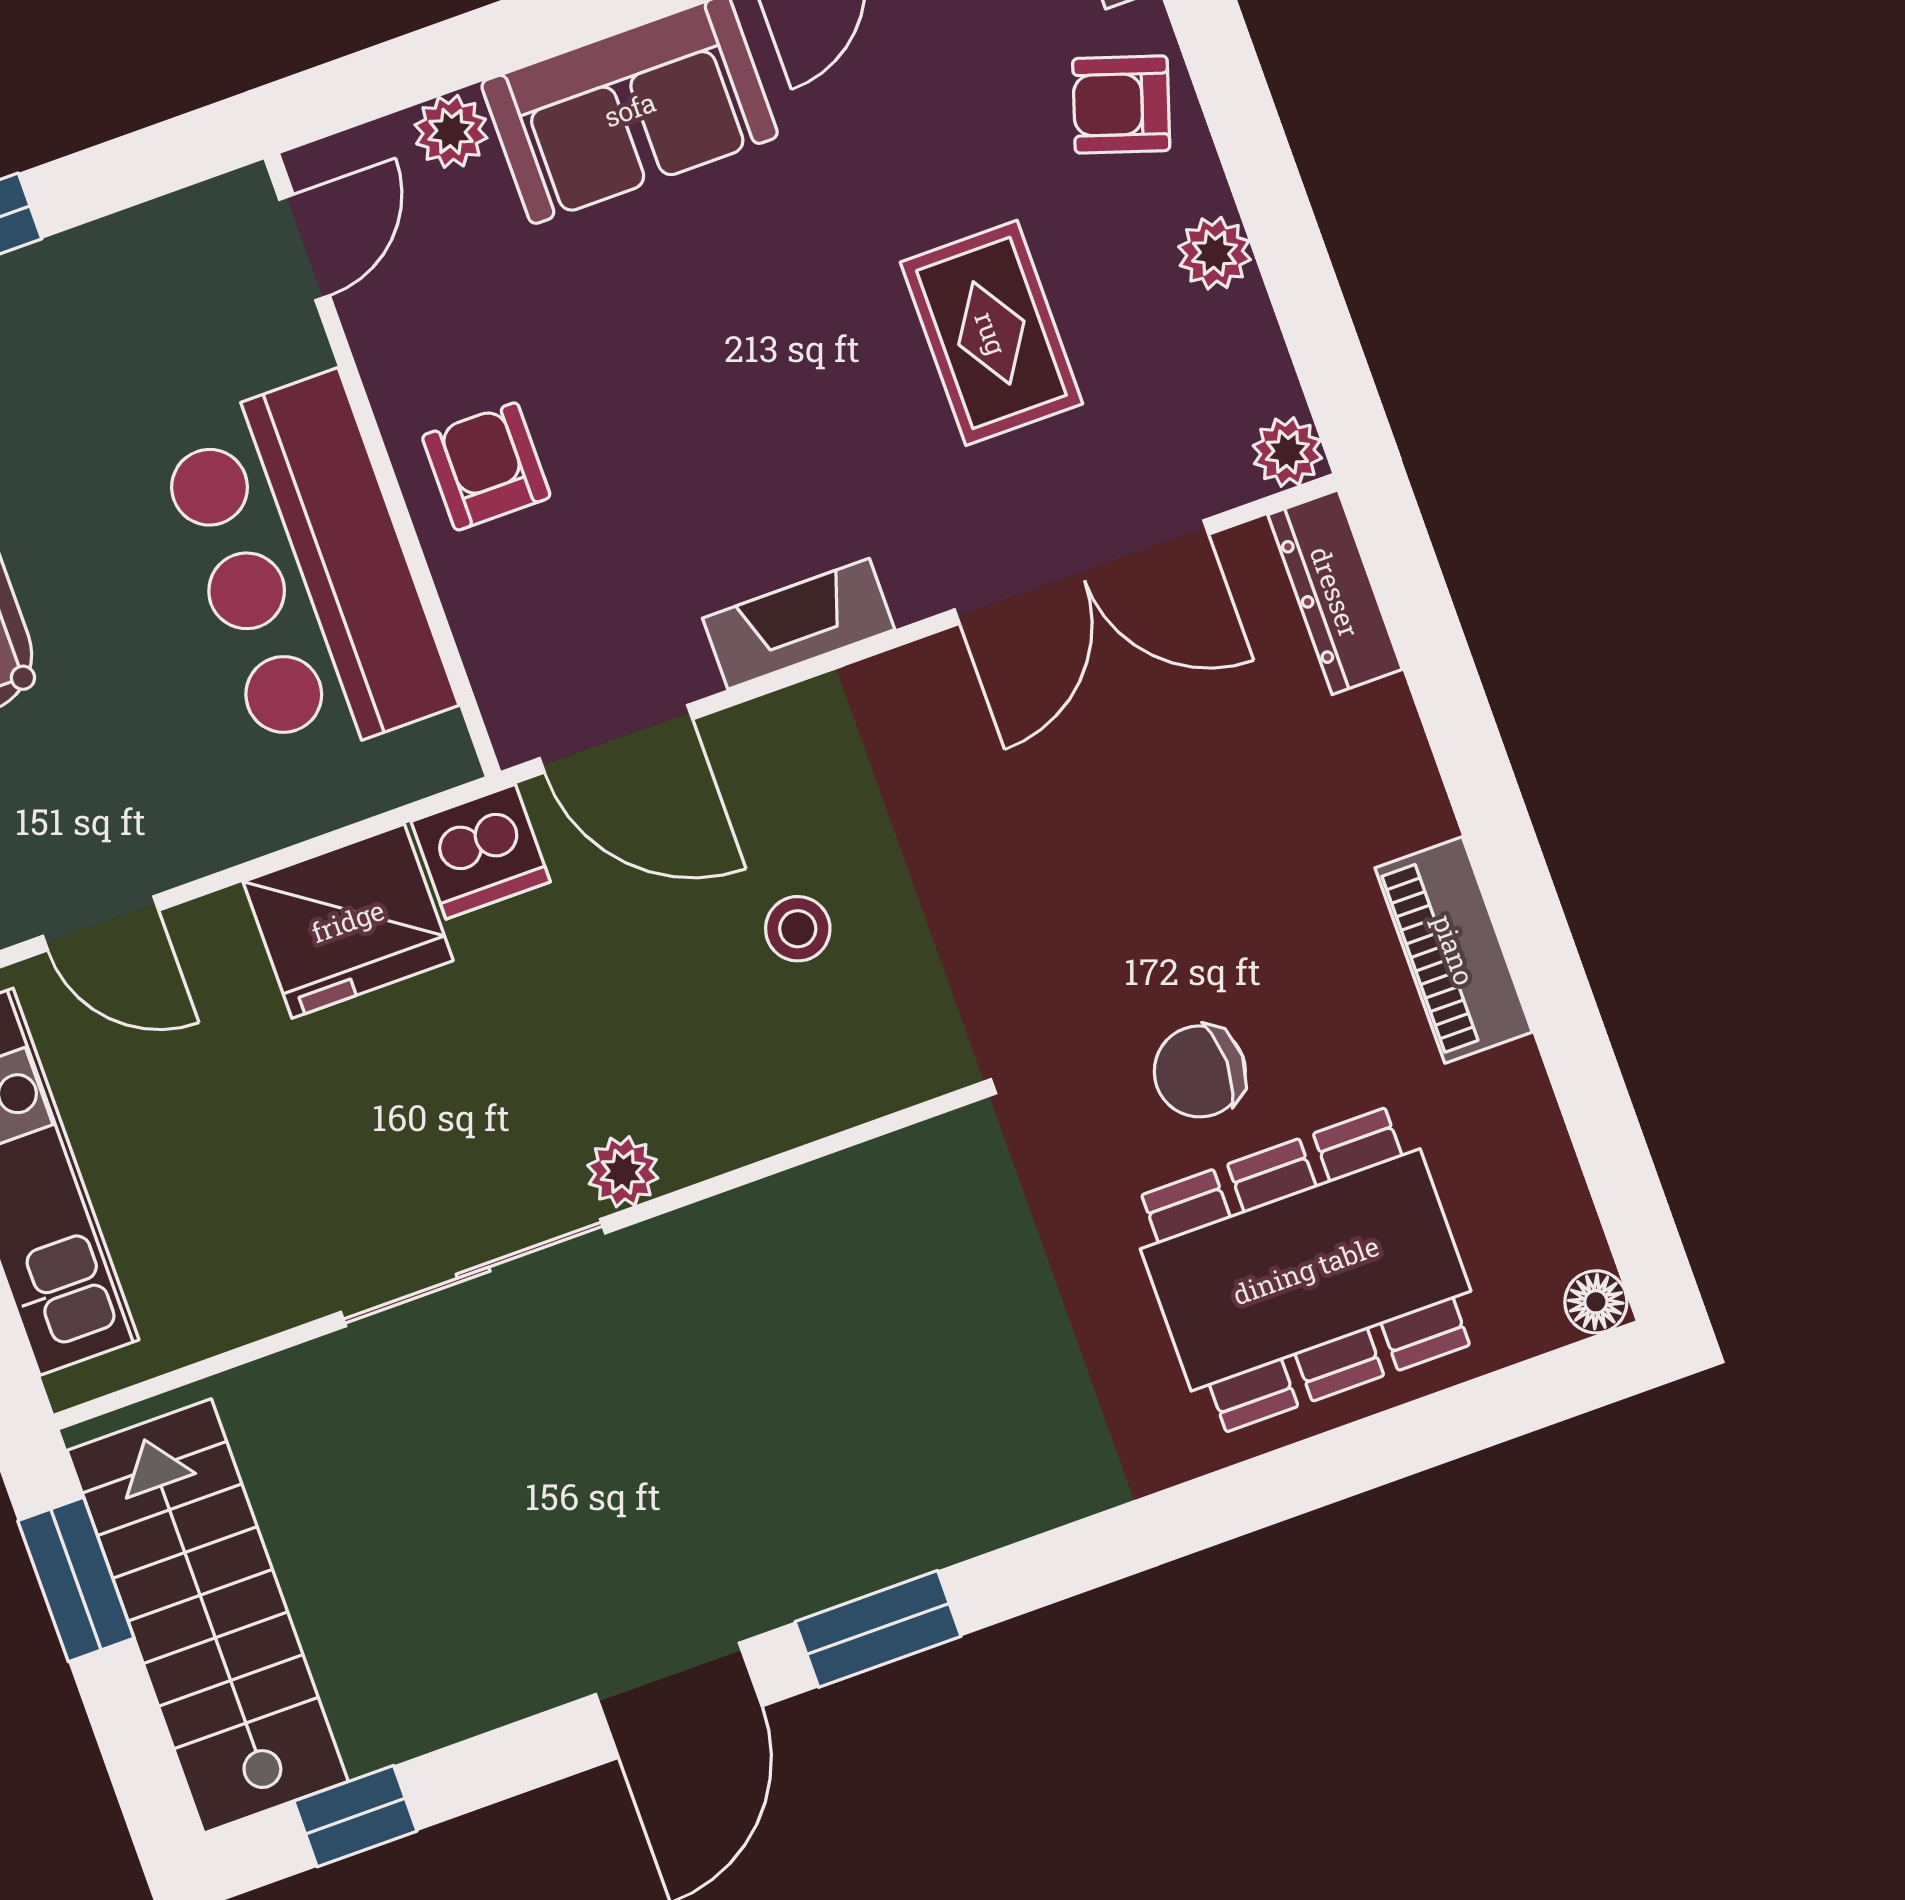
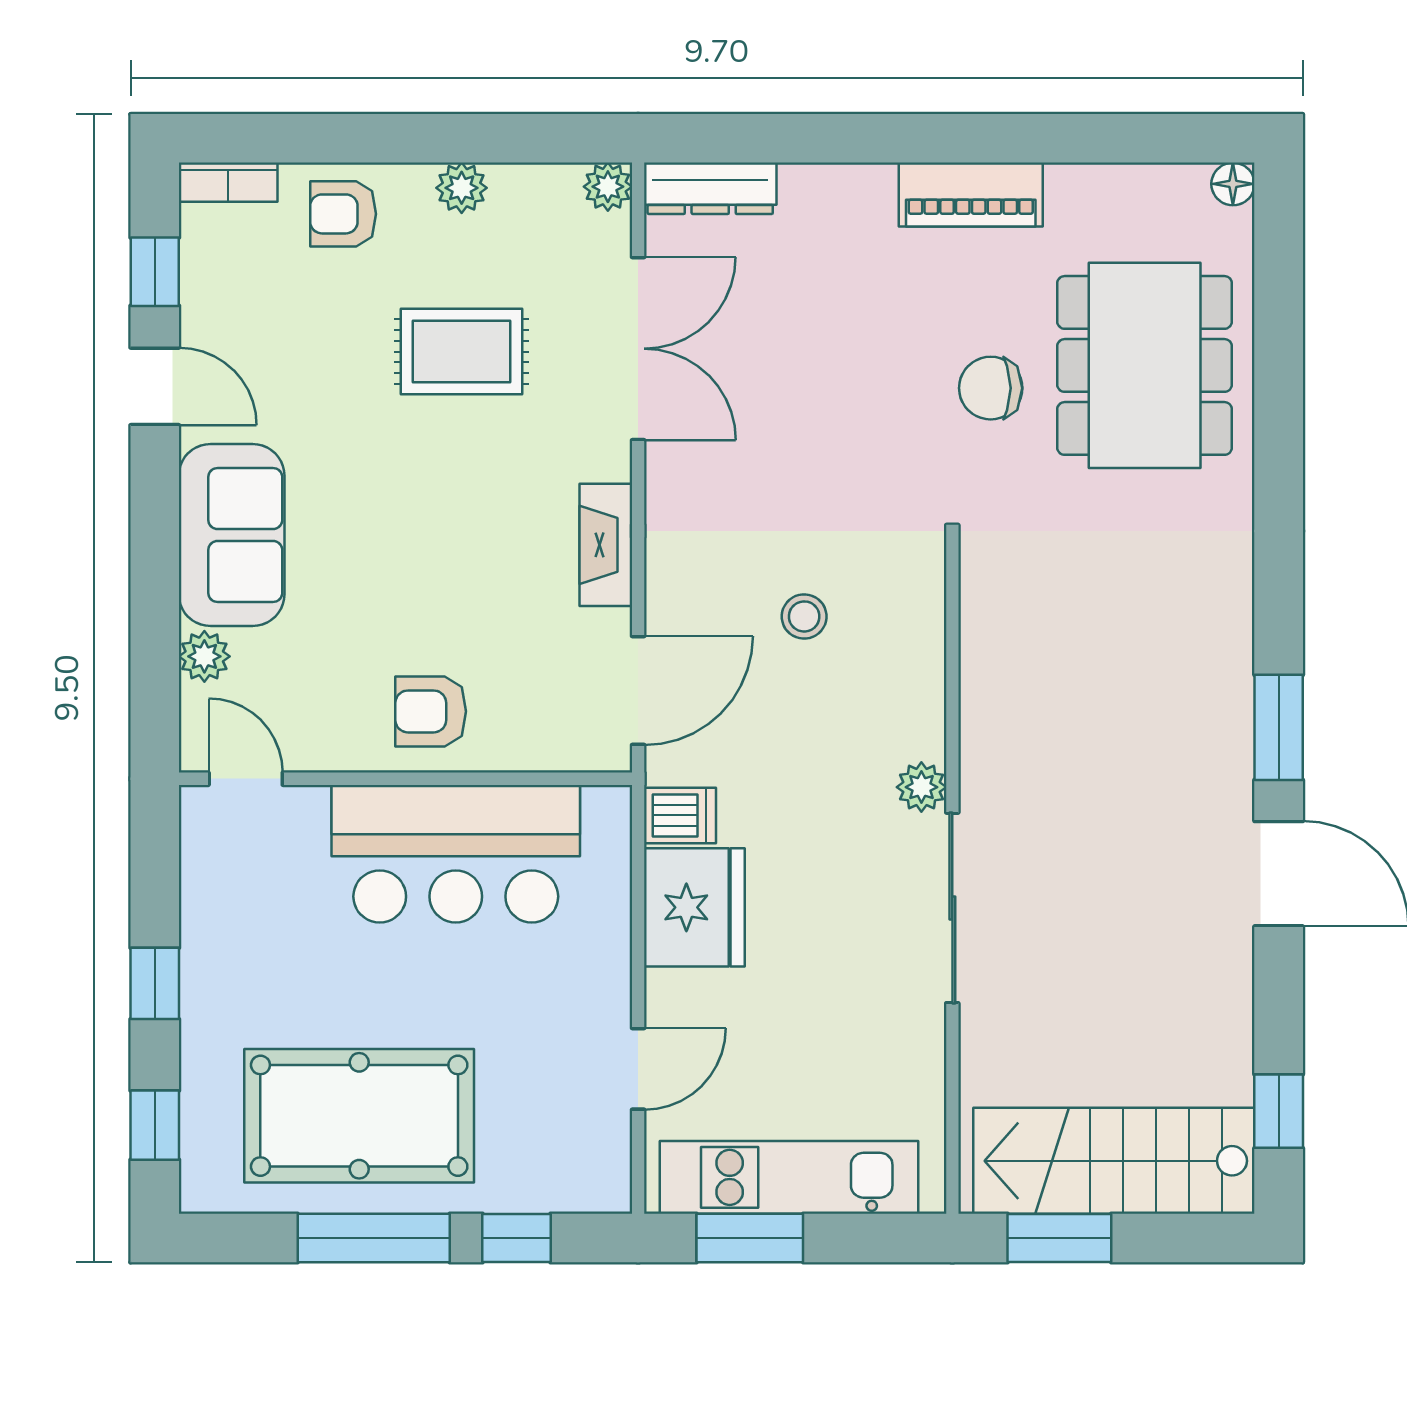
armchair: (1121, 105) -> (343, 214), turned 72
dishwasher: (481, 852) -> (680, 815), width x0.73
chair: (1200, 1071) -> (991, 388), turned 90

